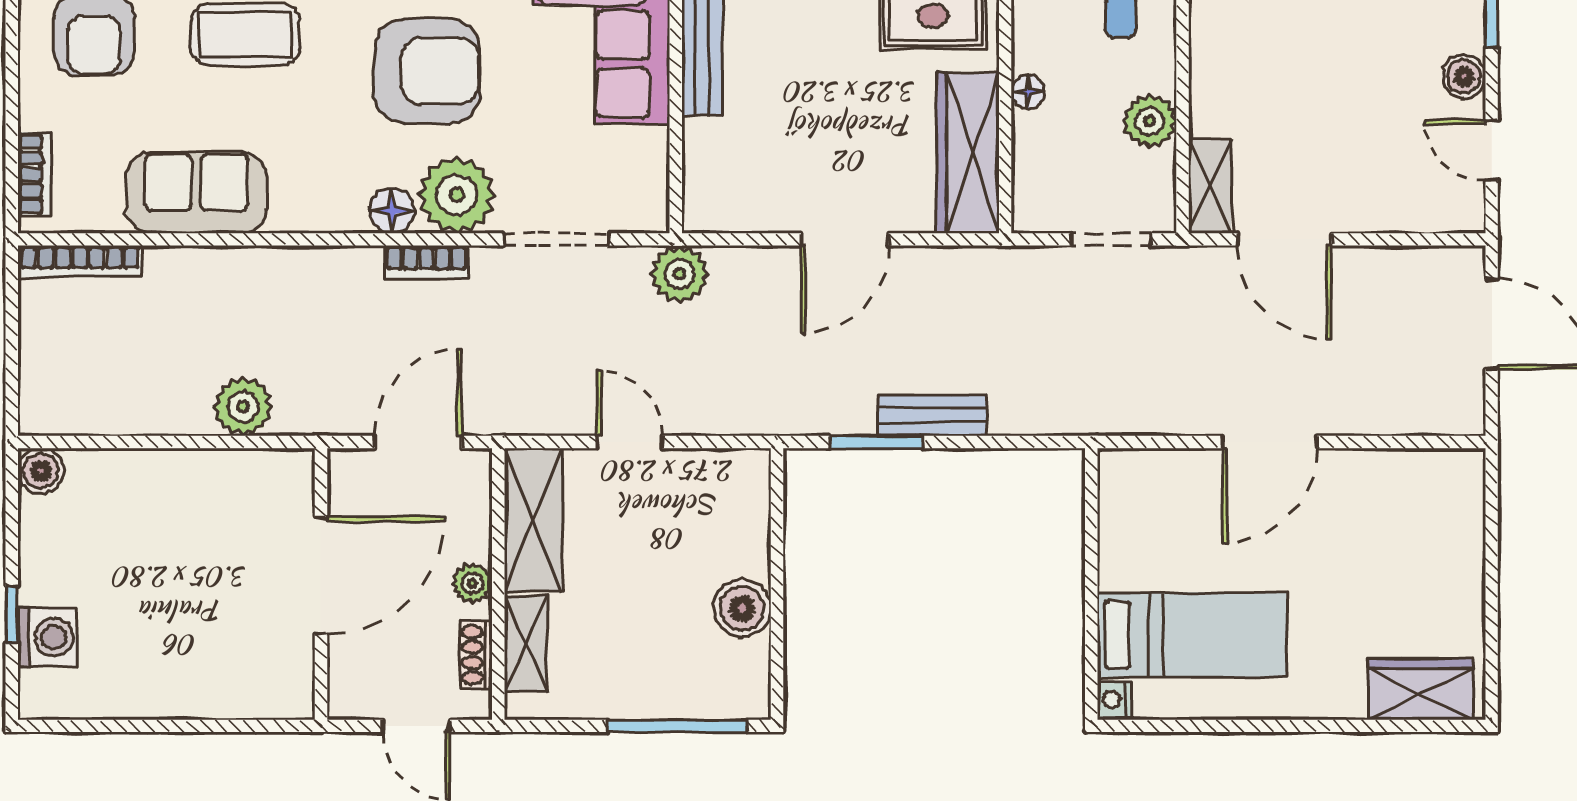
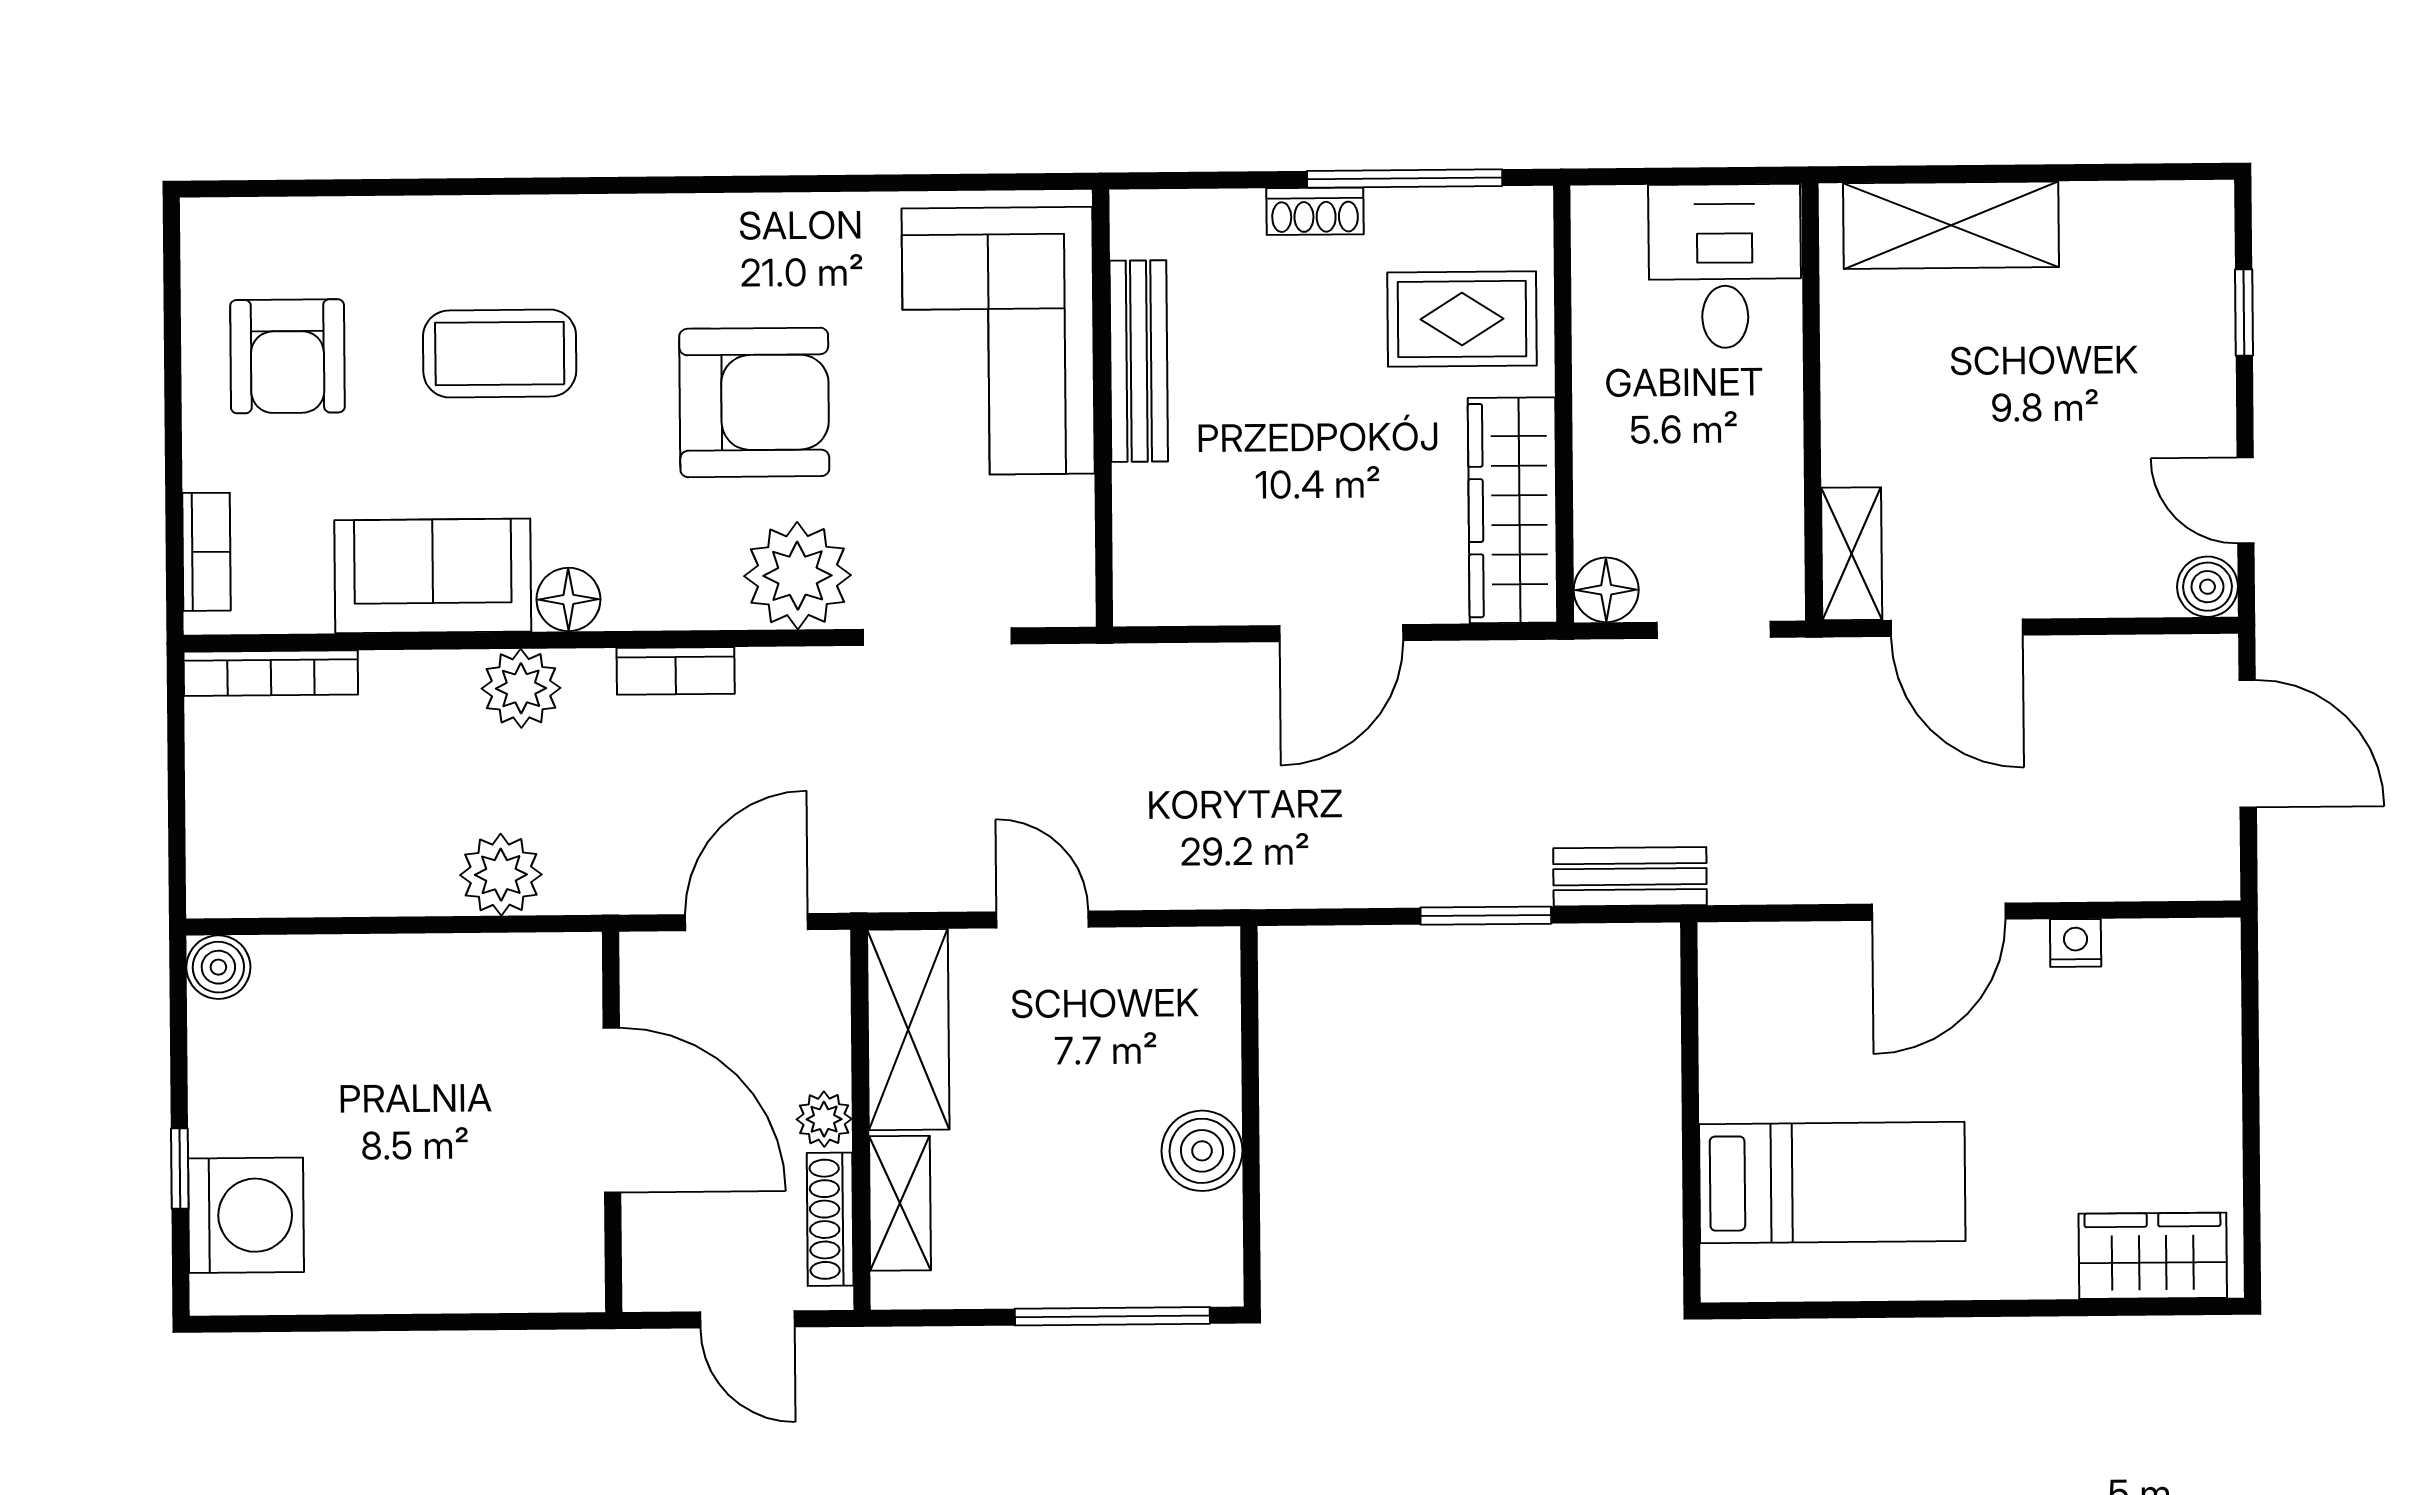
boiler: (1464, 77) -> (2207, 587), moved
floor lamp: (1028, 92) -> (1606, 590), moved, width x1.37, depth x1.37
plant: (1150, 121) -> (1767, 464), removed
floor lamp: (392, 211) -> (568, 599), moved
bookcase: (426, 262) -> (676, 671), moved
plant: (680, 274) -> (521, 688), moved
bench: (932, 415) -> (1630, 877), moved
window: (876, 442) -> (1486, 916), moved
door: (321, 576) -> (612, 1110), hinge flipped
washing machine: (48, 637) -> (246, 1215), width x1.37, depth x1.37
shoe rack: (476, 655) -> (830, 1219), width x1.43
nightstand: (1114, 700) -> (2076, 943), moved, turned 90

